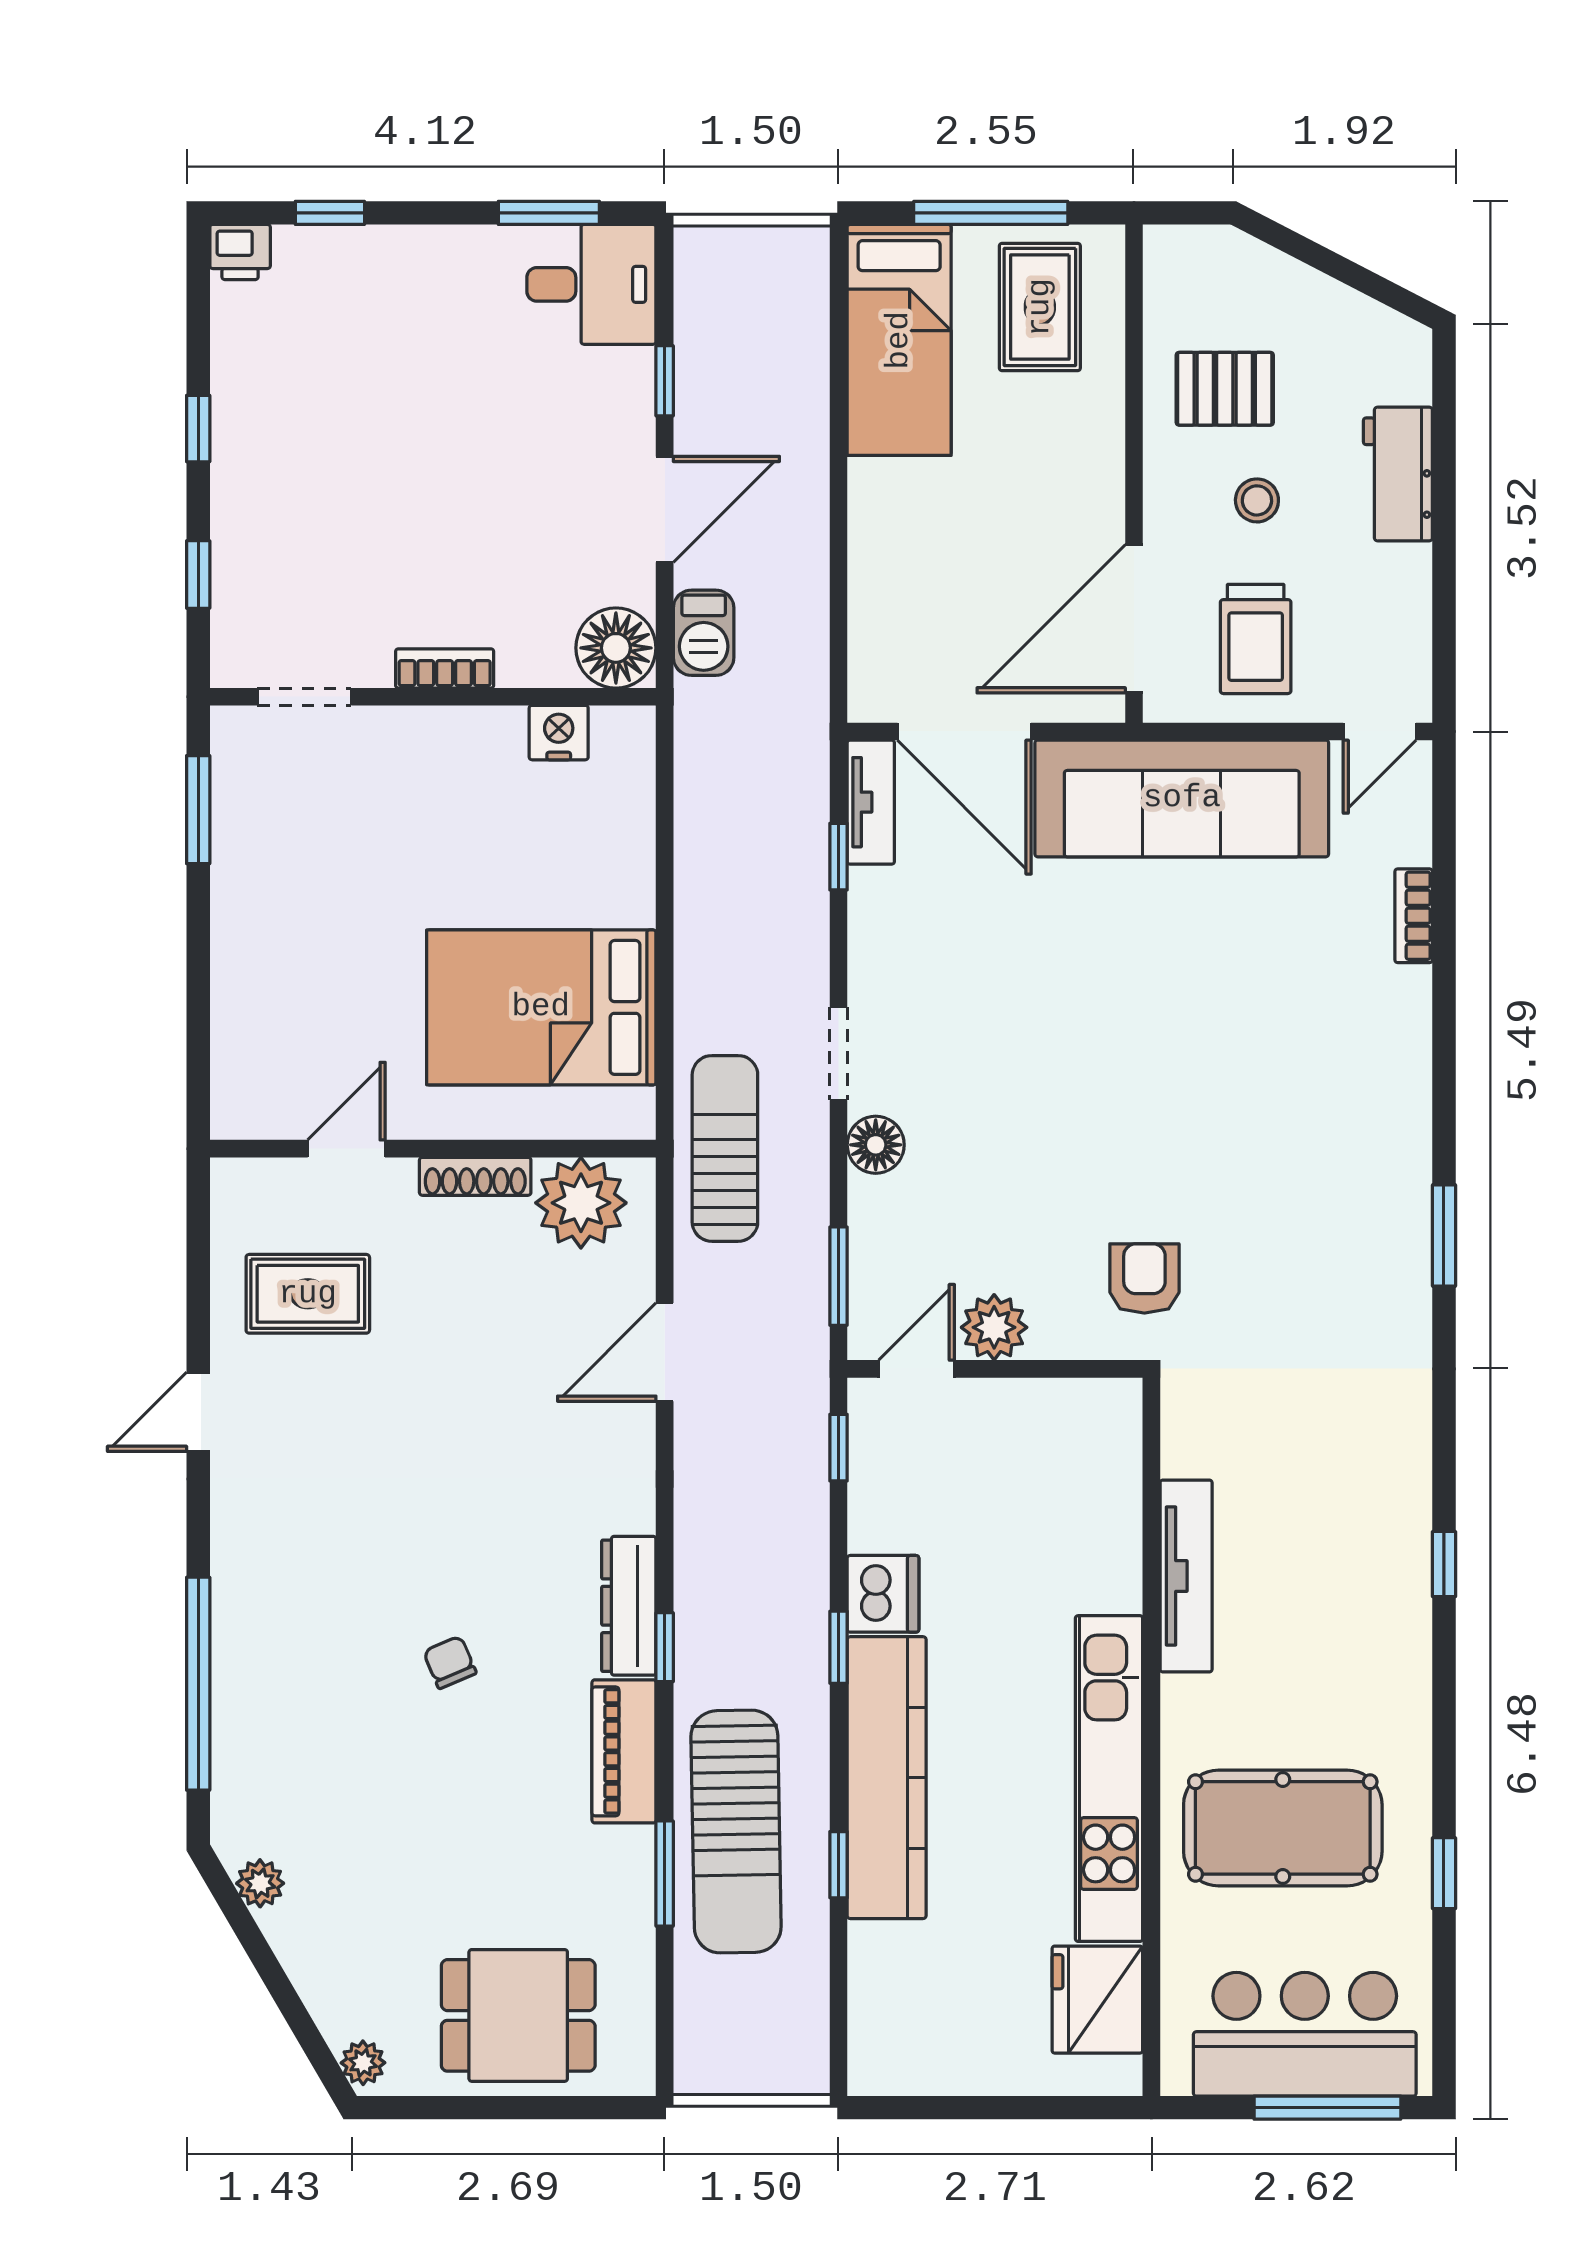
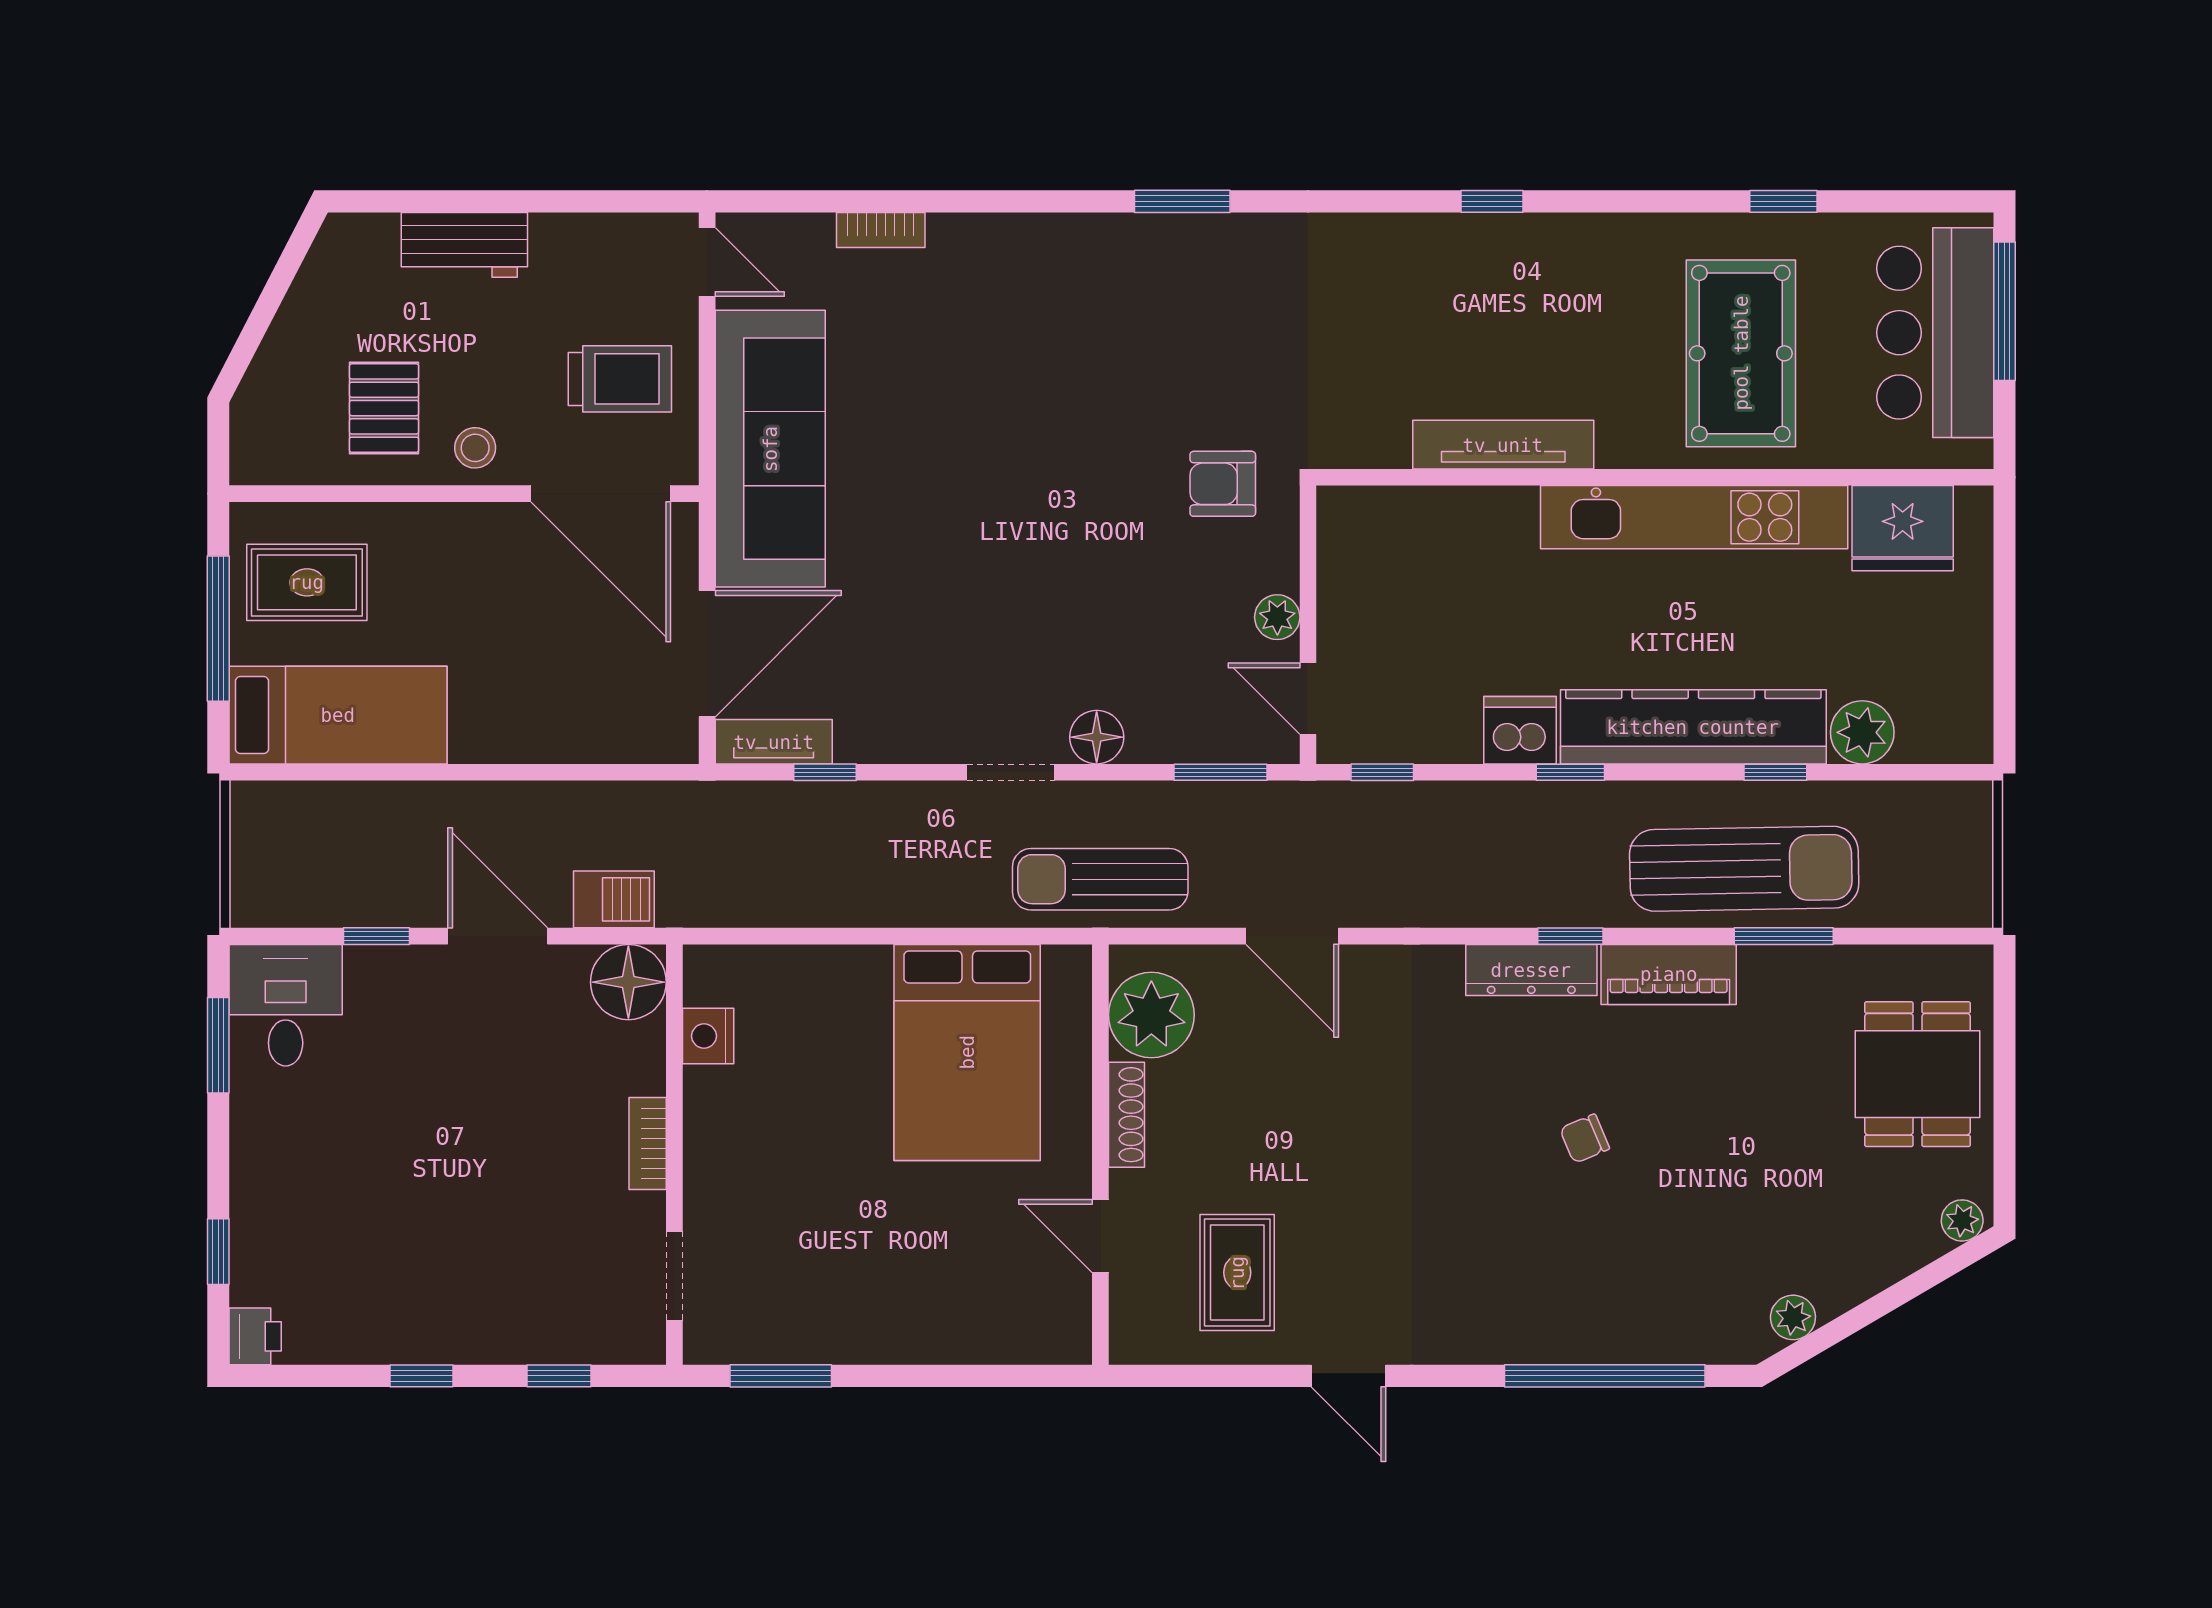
stool: (1257, 500) -> (475, 448), moved
plant: (994, 1327) -> (1277, 617), width x0.73, depth x0.73
plant: (881, 1957) -> (1862, 732), added

